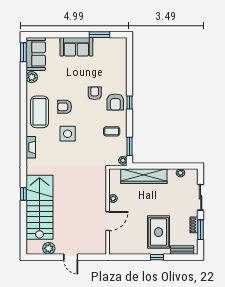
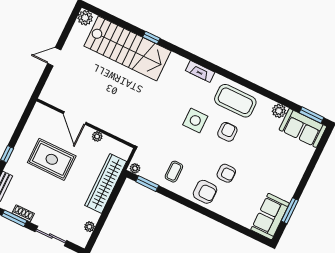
sofa: (76, 47) -> (270, 216), moved
armchair: (115, 102) -> (205, 192), turned 180
window: (130, 102) -> (197, 208), removed
rug: (159, 232) -> (52, 159), moved
plant: (49, 248) -> (85, 18), moved

